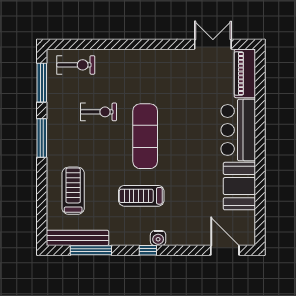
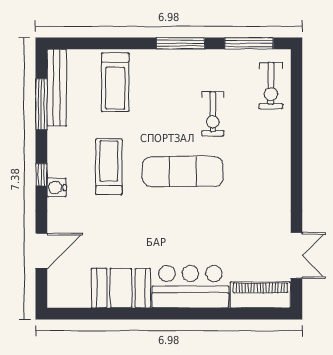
treadmill: (73, 191) -> (115, 82), turned 90
door: (225, 250) -> (41, 251), moved

